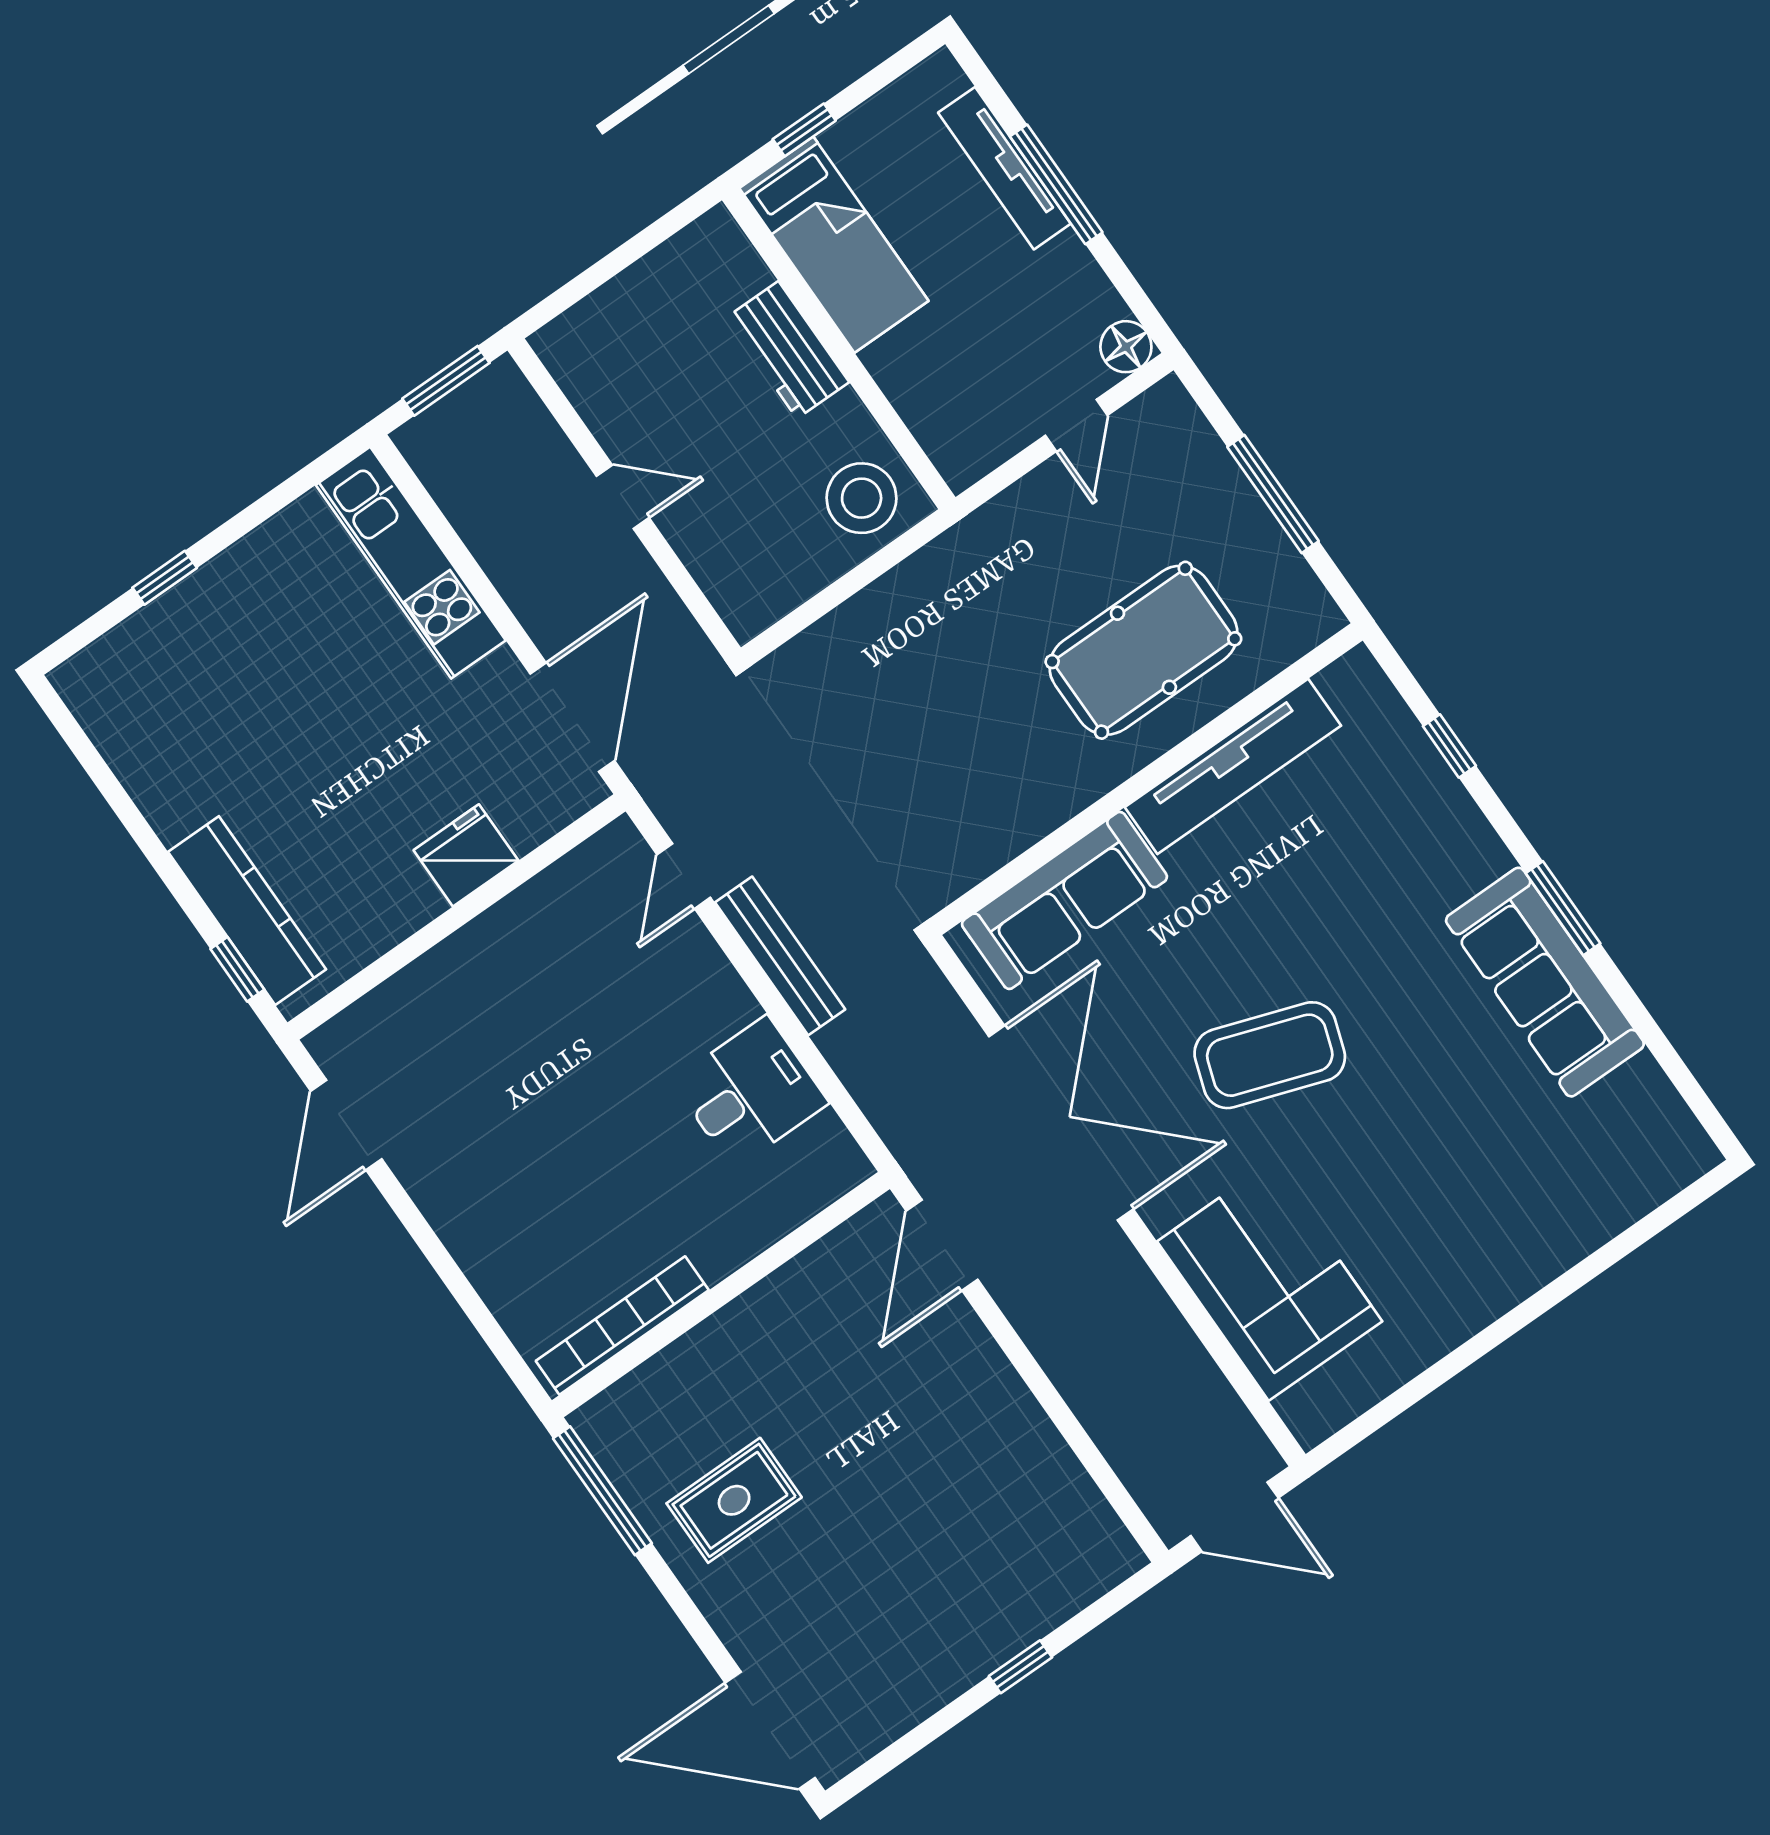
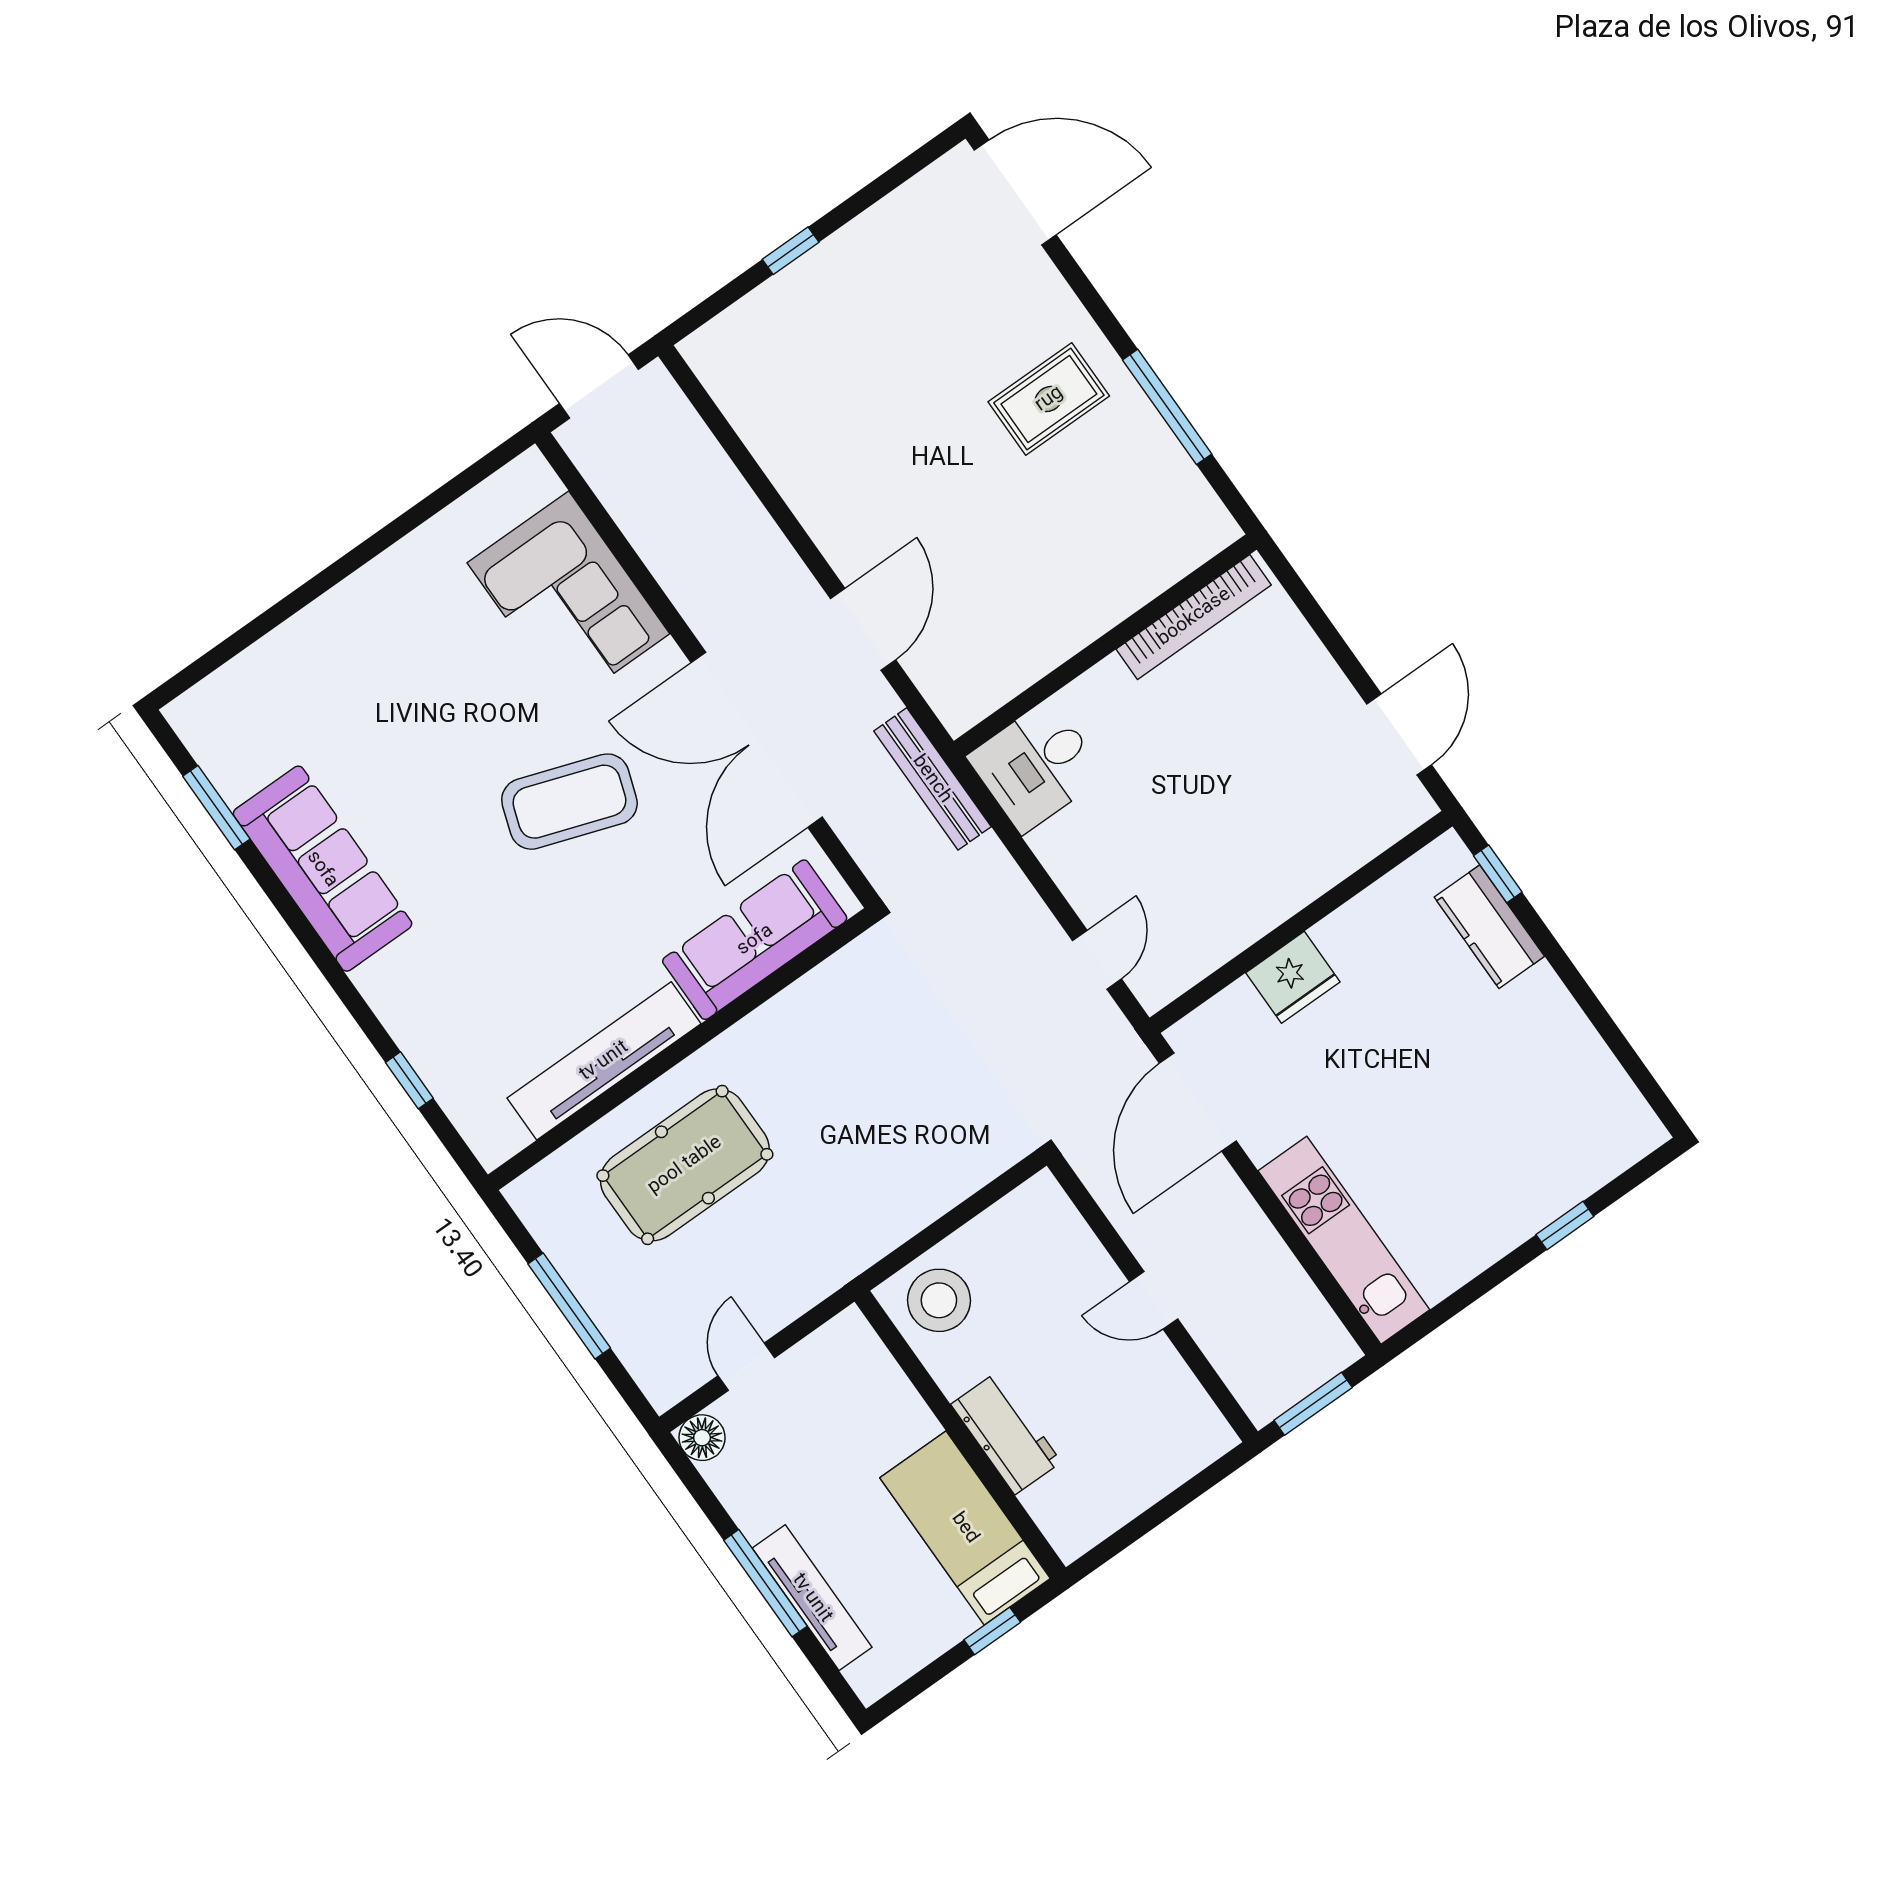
window: (1563, 908) -> (216, 808), moved
kitchen counter: (247, 911) -> (1489, 927), width x0.67
bench: (780, 956) -> (932, 779), moved
wall: (721, 1295) -> (1105, 645), moved
bookcase: (622, 1326) -> (1194, 617), moved

